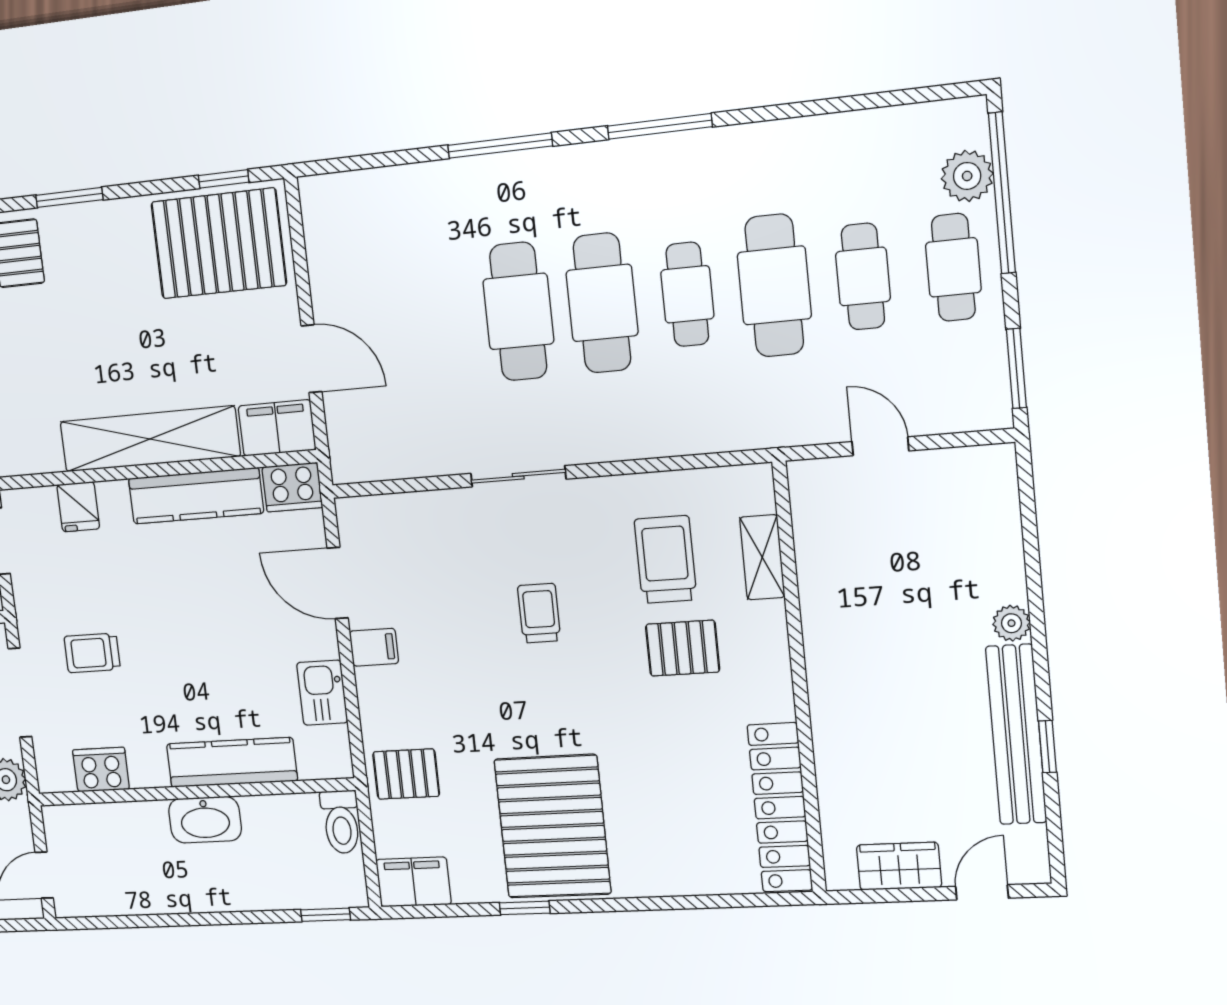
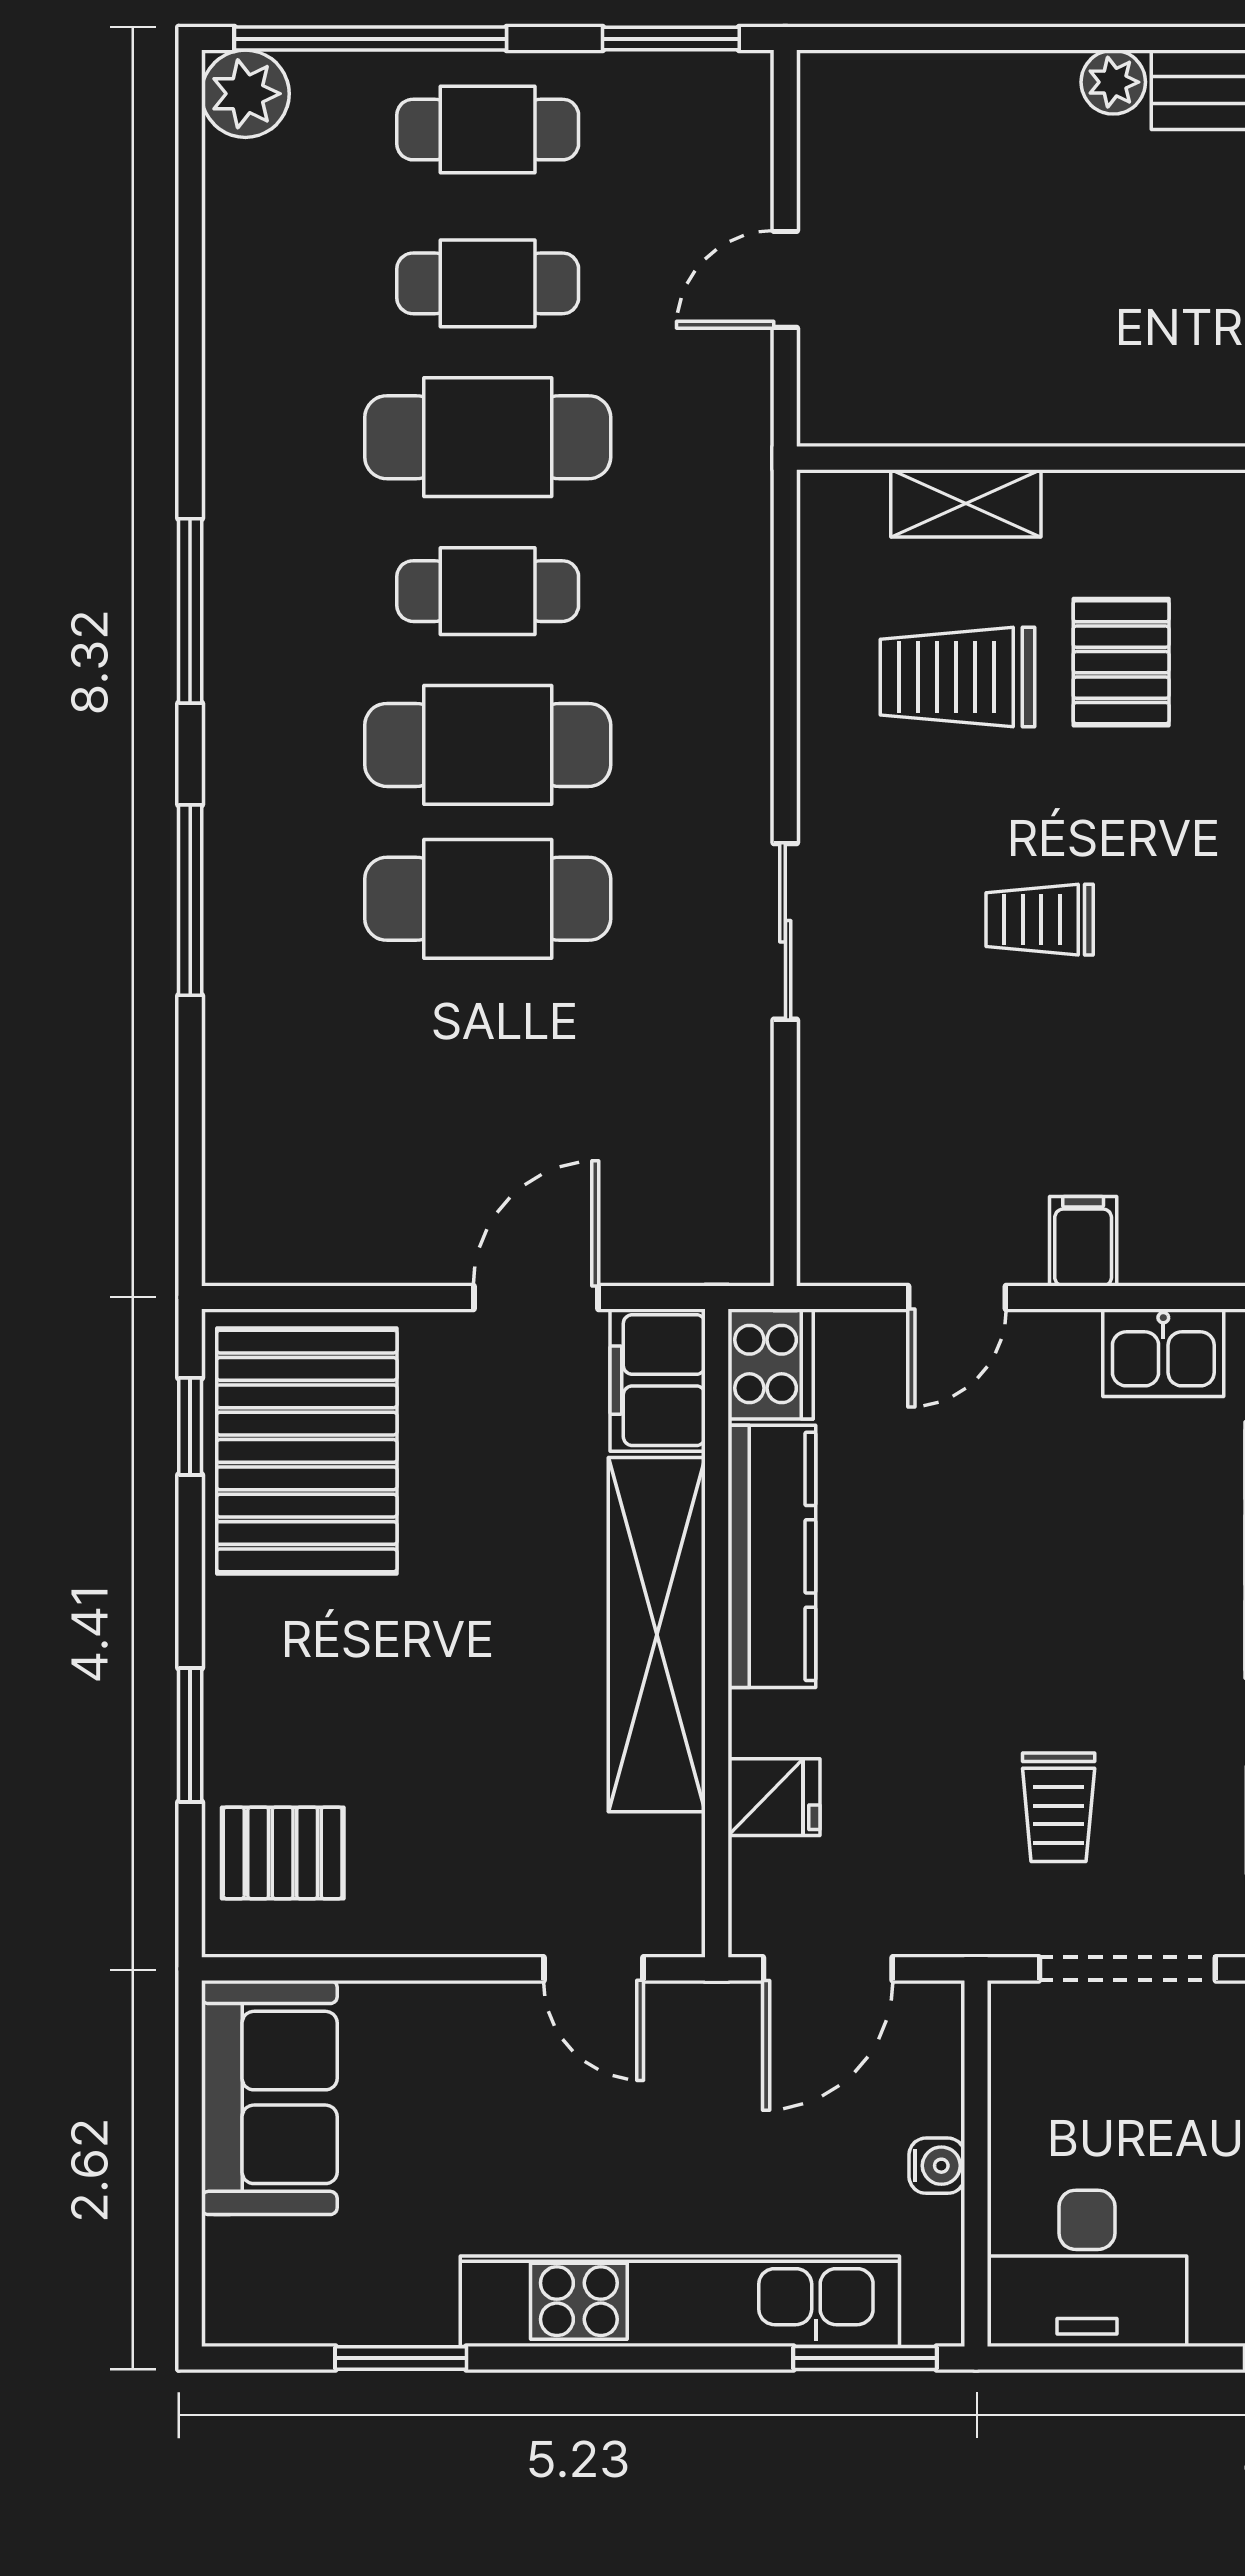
plant: (967, 176) -> (245, 94), moved
door: (338, 583) -> (957, 1297), width x0.73

